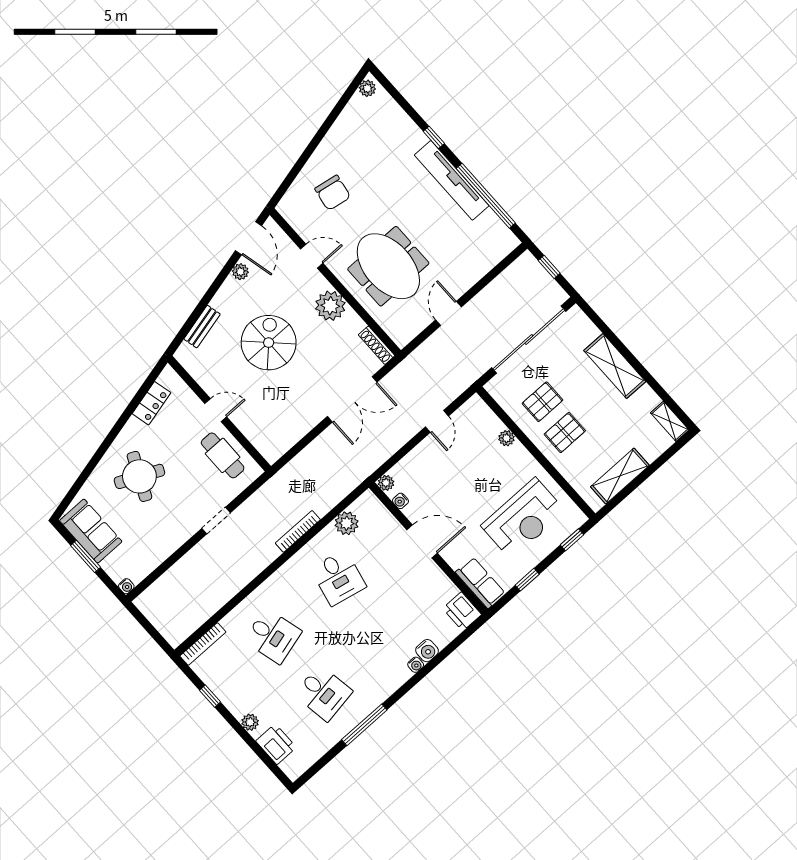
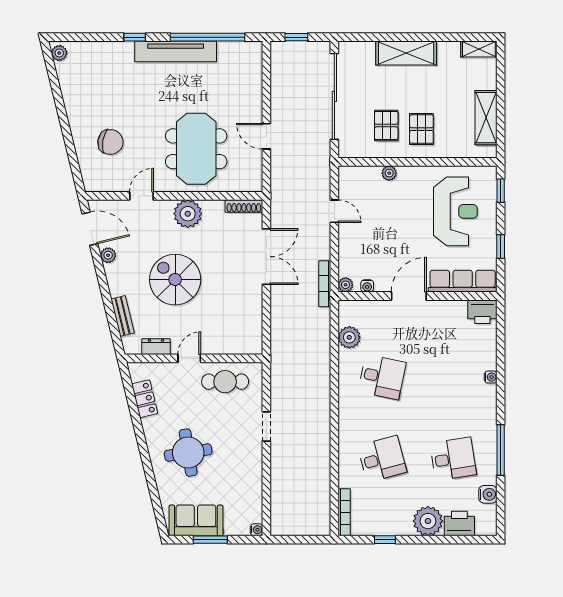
meeting table: (388, 266) -> (196, 149), turned 90
dresser: (201, 375) -> (156, 347), added
round table: (139, 476) -> (188, 453), turned -34
bookcase: (298, 531) -> (325, 284), moved
row of seats: (480, 583) -> (463, 281), width x1.48
water cooler: (427, 651) -> (488, 494), moved
plant: (250, 722) -> (428, 521), width x1.88, depth x1.88

